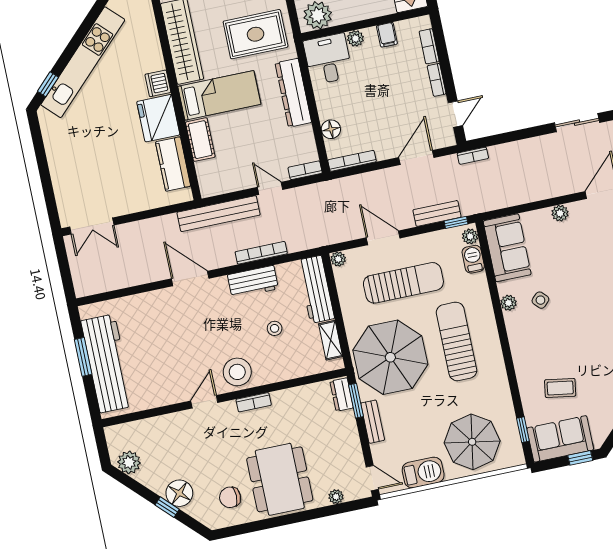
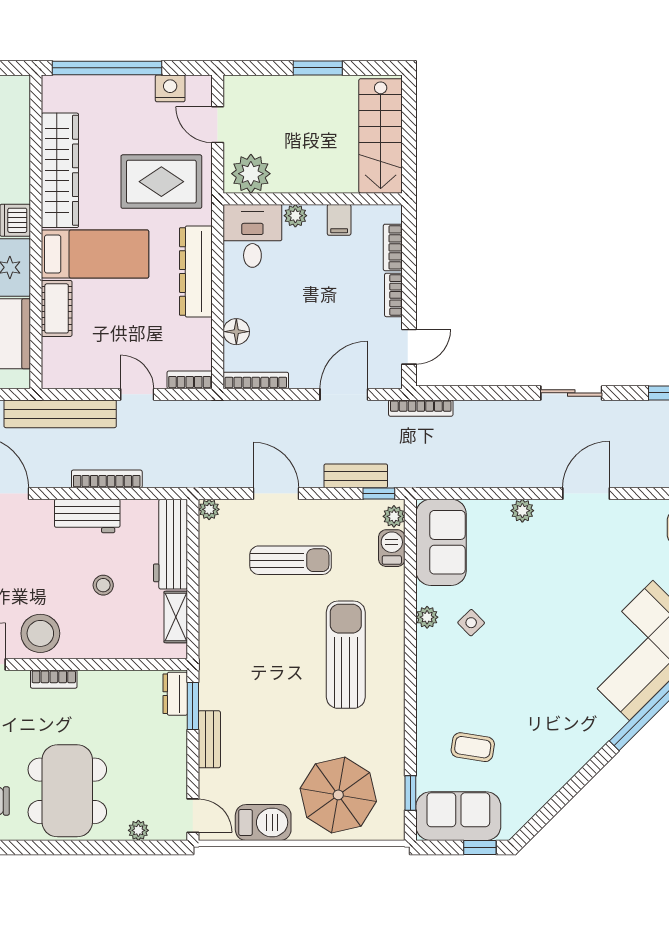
bookcase: (473, 156) -> (421, 408), width x1.56
sun lounger: (403, 283) -> (291, 560), width x0.73, depth x0.75
parasol: (390, 357) -> (252, 657), removed

